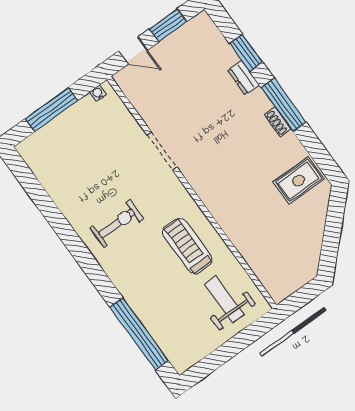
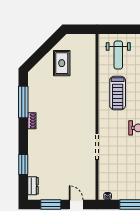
dresser: (244, 78) -> (33, 186), moved
window: (284, 105) -> (23, 102), moved
rug: (299, 181) -> (62, 63), moved, turned 90

